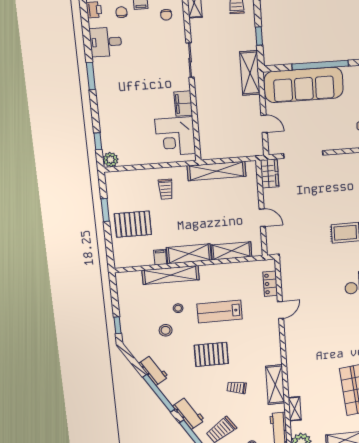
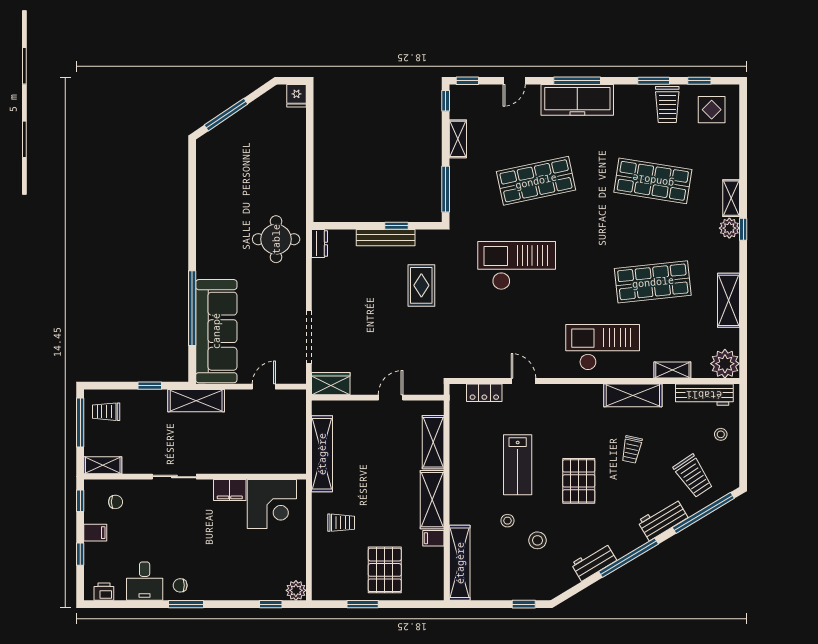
chair: (121, 12) -> (180, 585), moved
shelving: (171, 275) -> (460, 563), moved
checkout: (308, 361) -> (603, 347), added

